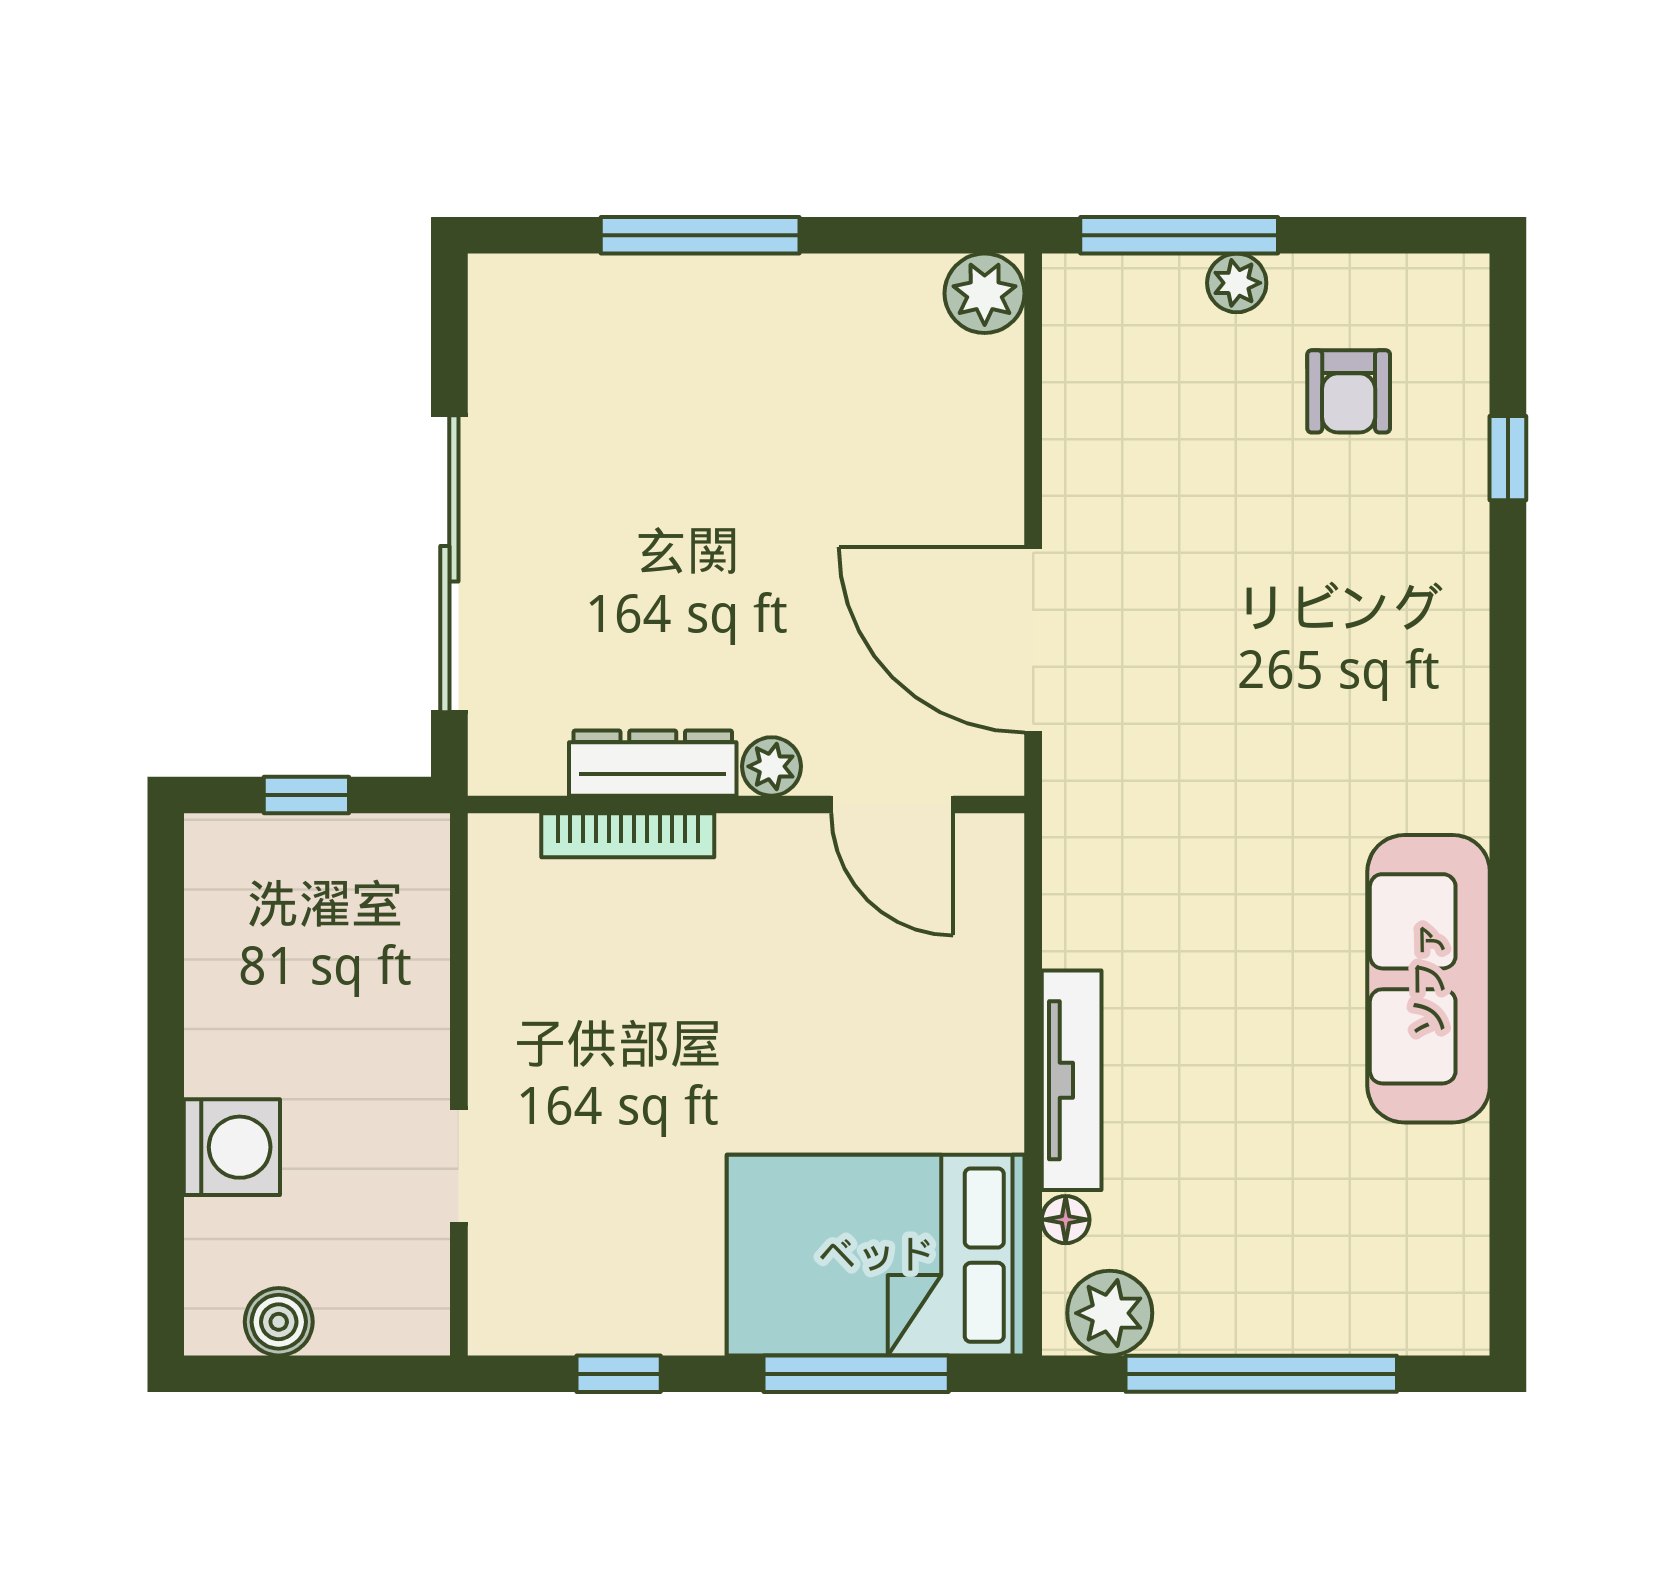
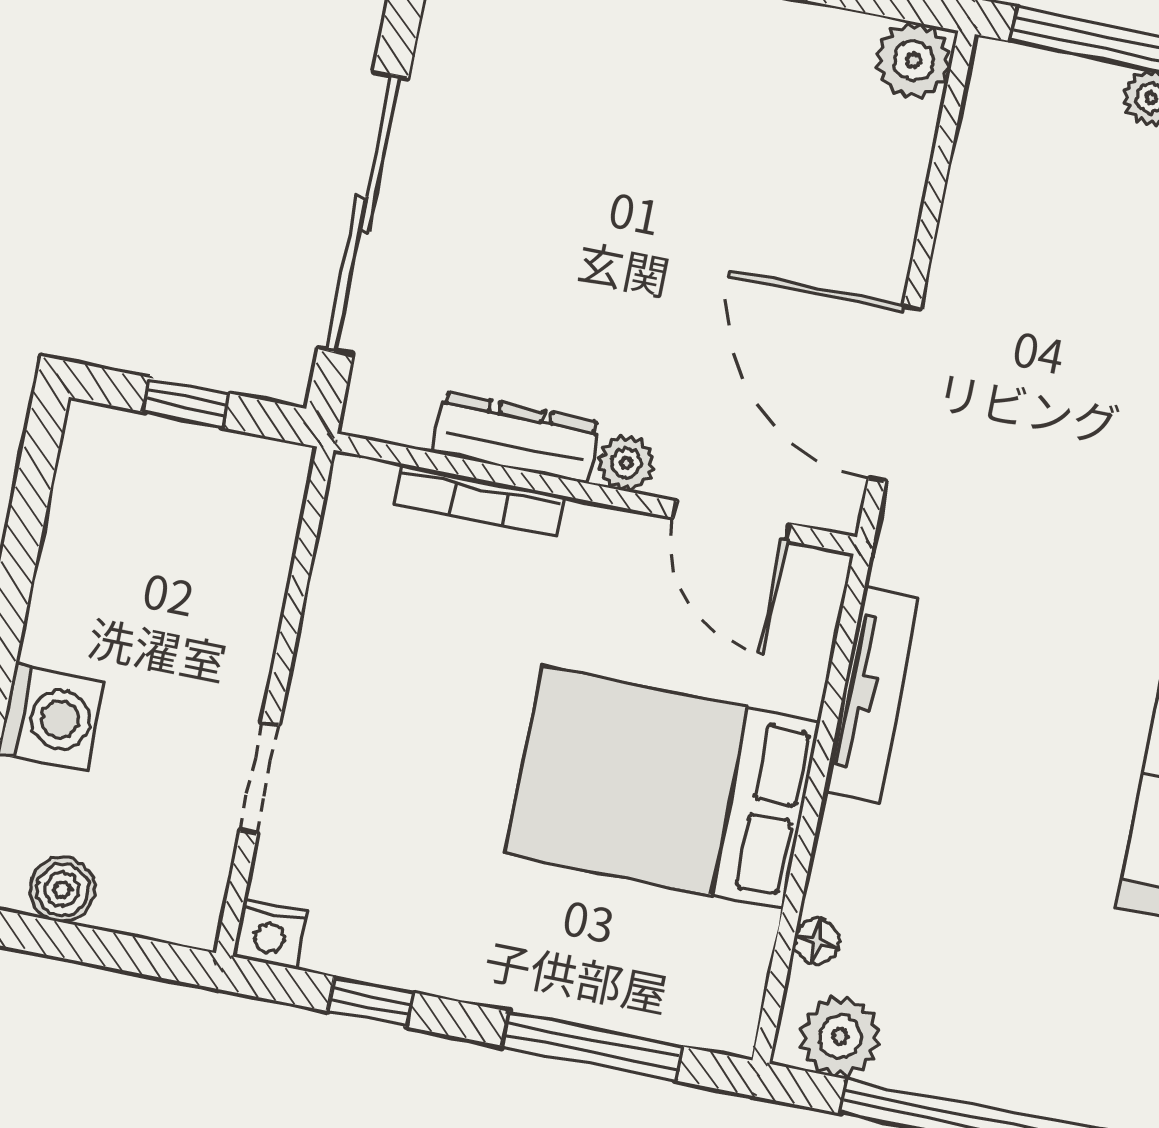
tv unit: (1072, 1080) -> (872, 694), moved
bed: (876, 1255) -> (663, 788), moved
nightstand: (502, 1324) -> (270, 934), added

